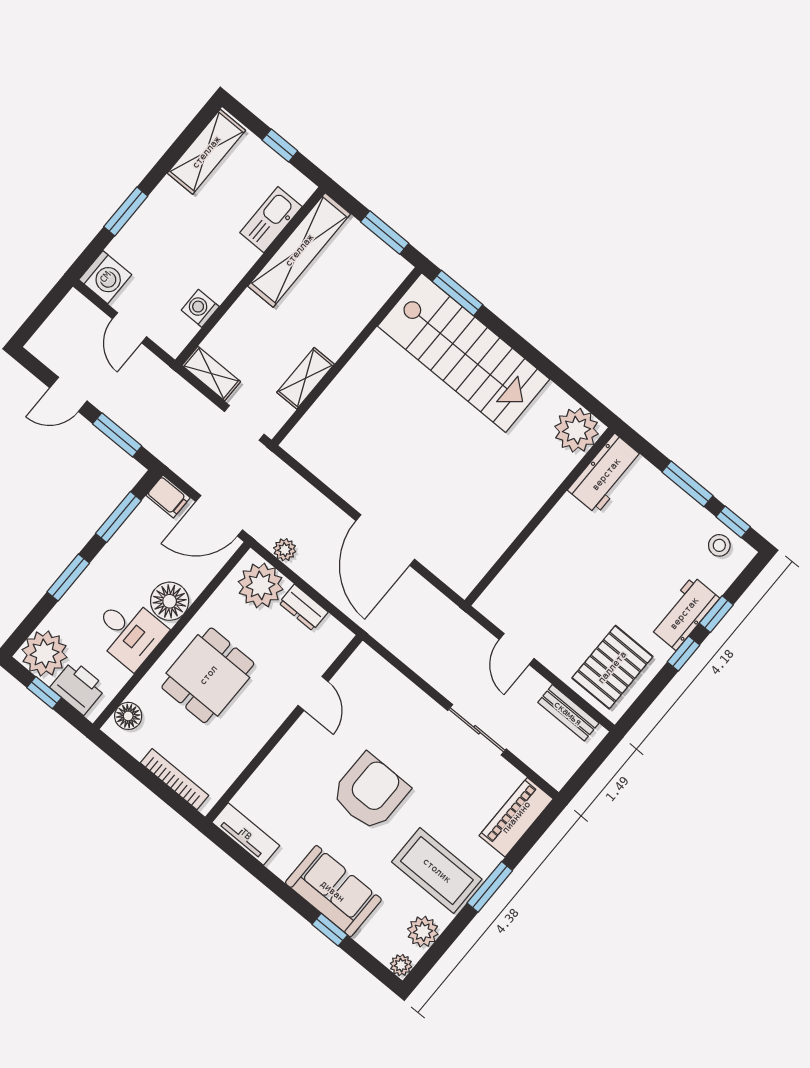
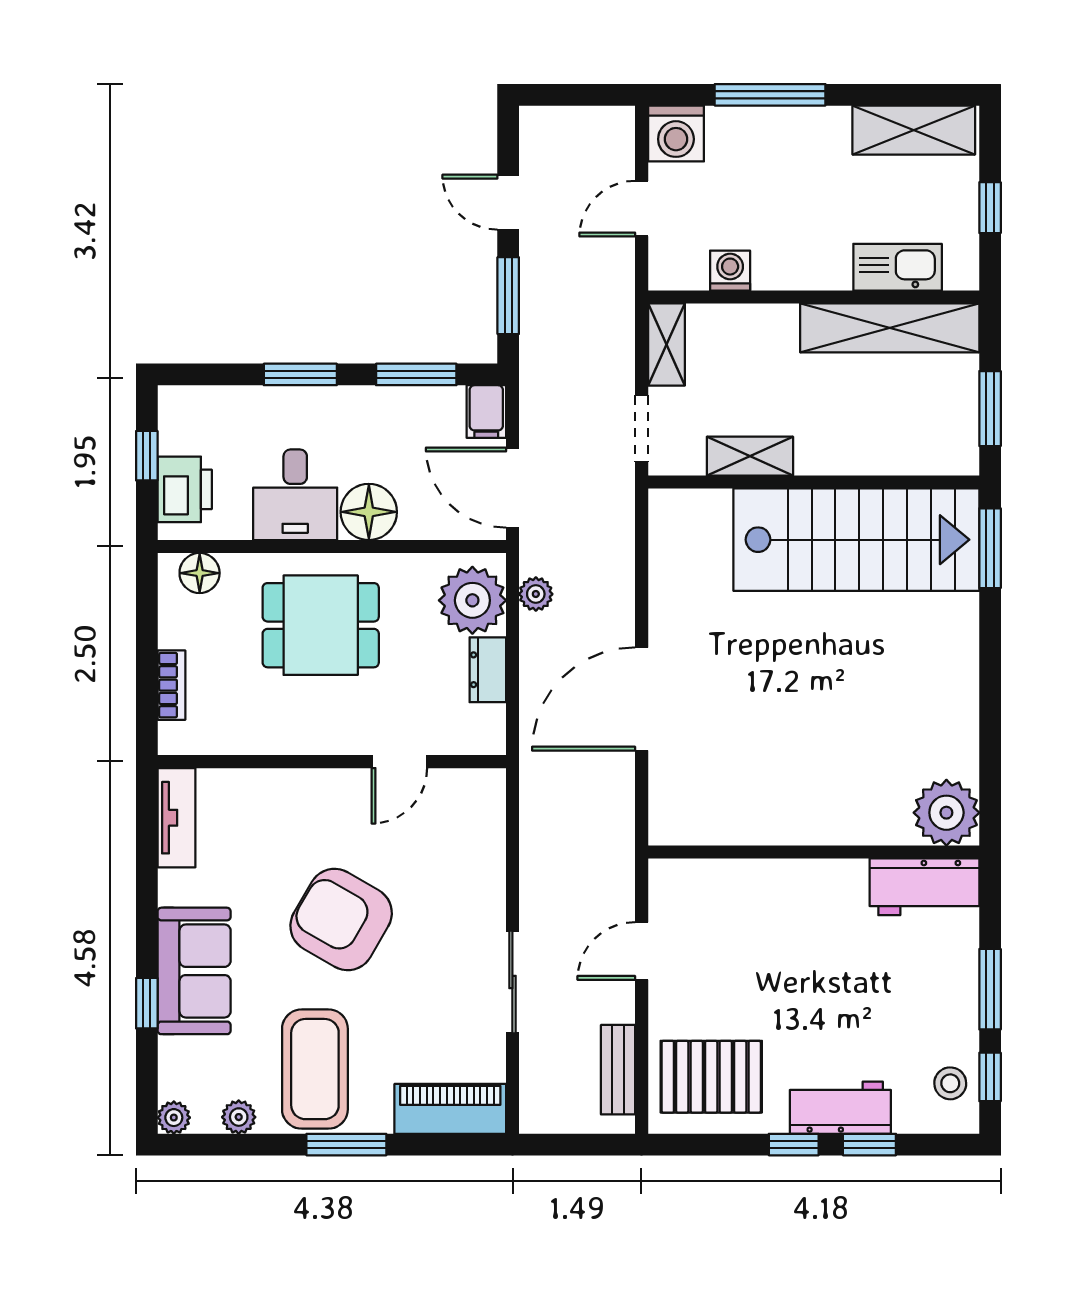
window: (126, 211) -> (770, 95), width x1.44
stairs: (464, 353) -> (856, 540), moved, turned -90
plant: (44, 654) -> (192, 419), removed
bookcase: (174, 779) -> (171, 685), width x0.64
armchair: (370, 792) -> (341, 920), turned -150
plant: (423, 932) -> (239, 1117), width x0.73, depth x0.73

